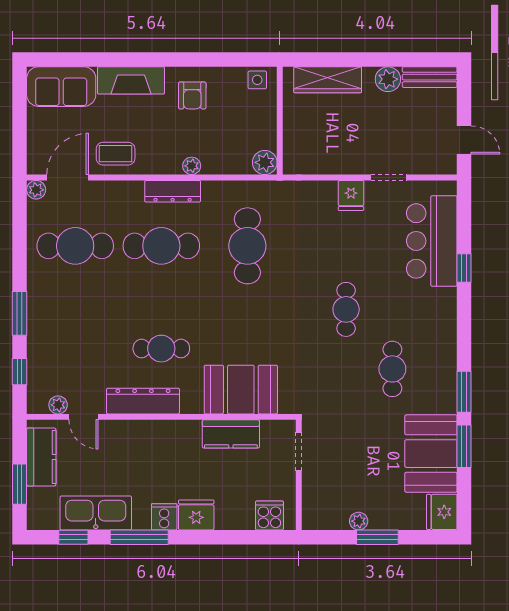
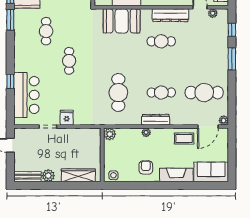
cafe table: (161, 246) -> (161, 93), width x0.73, depth x0.74

